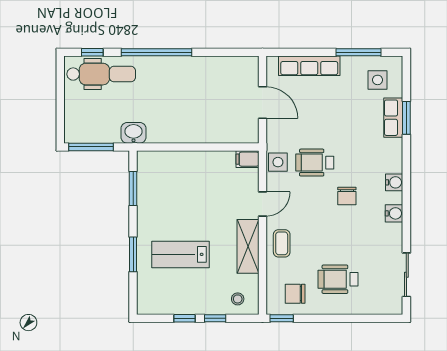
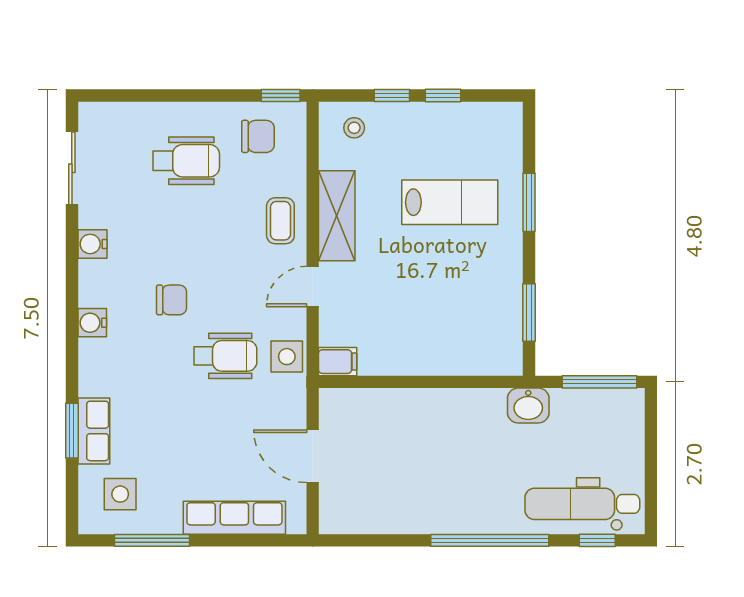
chair: (347, 196) -> (172, 300), turned 90
water cooler: (394, 213) -> (92, 244), moved

